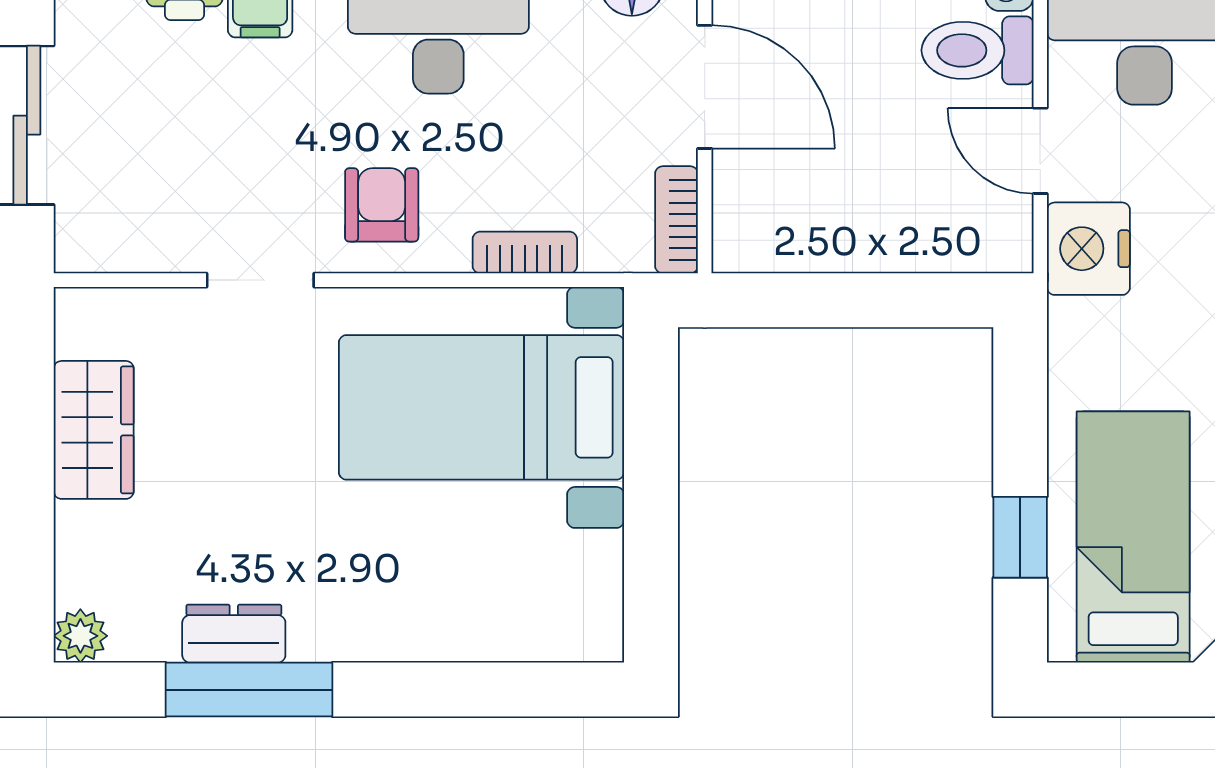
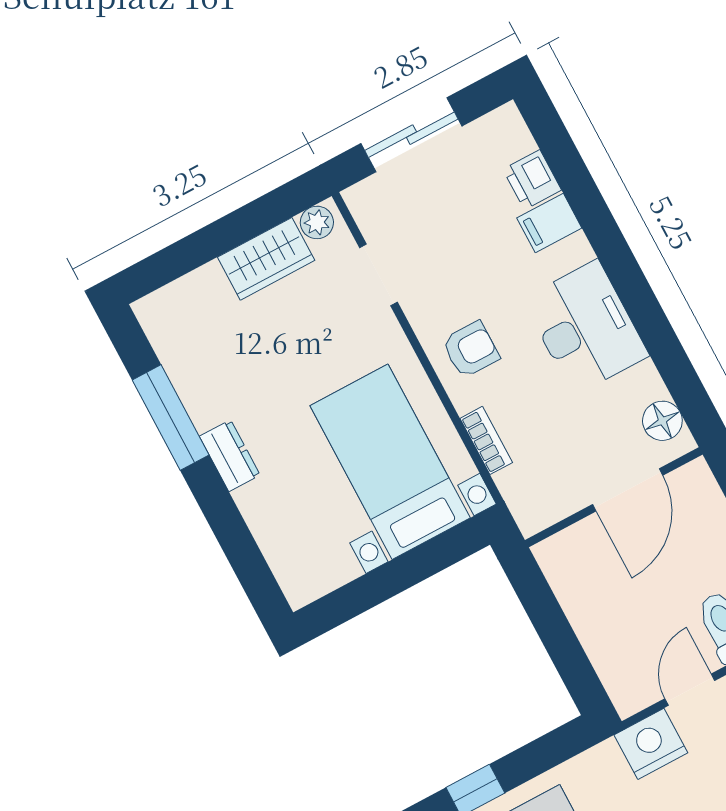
bookcase: (677, 220) -> (548, 513), removed
doorway: (260, 280) -> (379, 275), moved
dresser: (234, 634) -> (230, 456), moved
plant: (80, 636) -> (317, 222), moved

